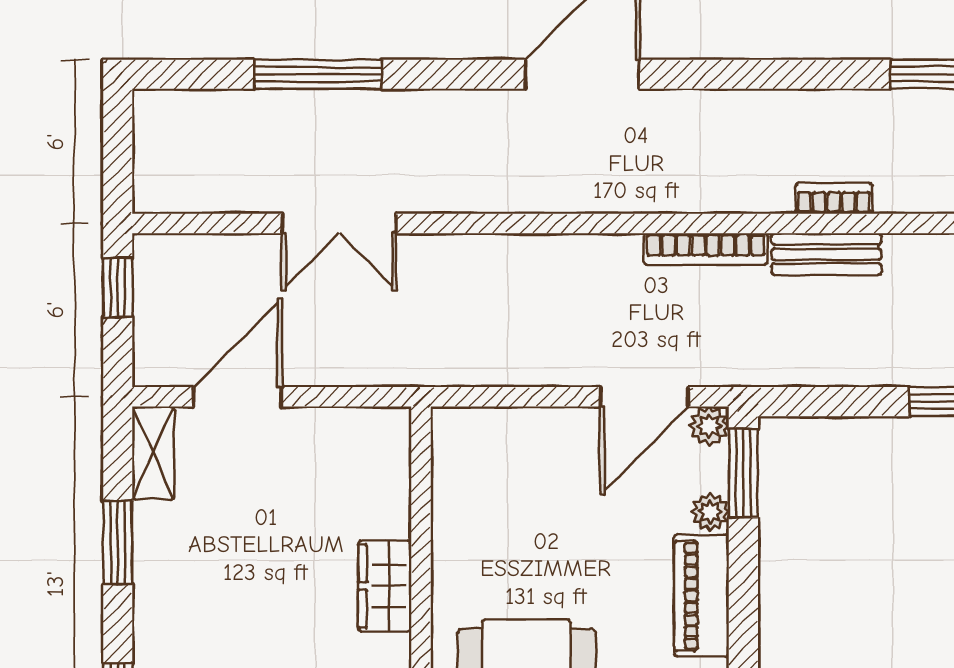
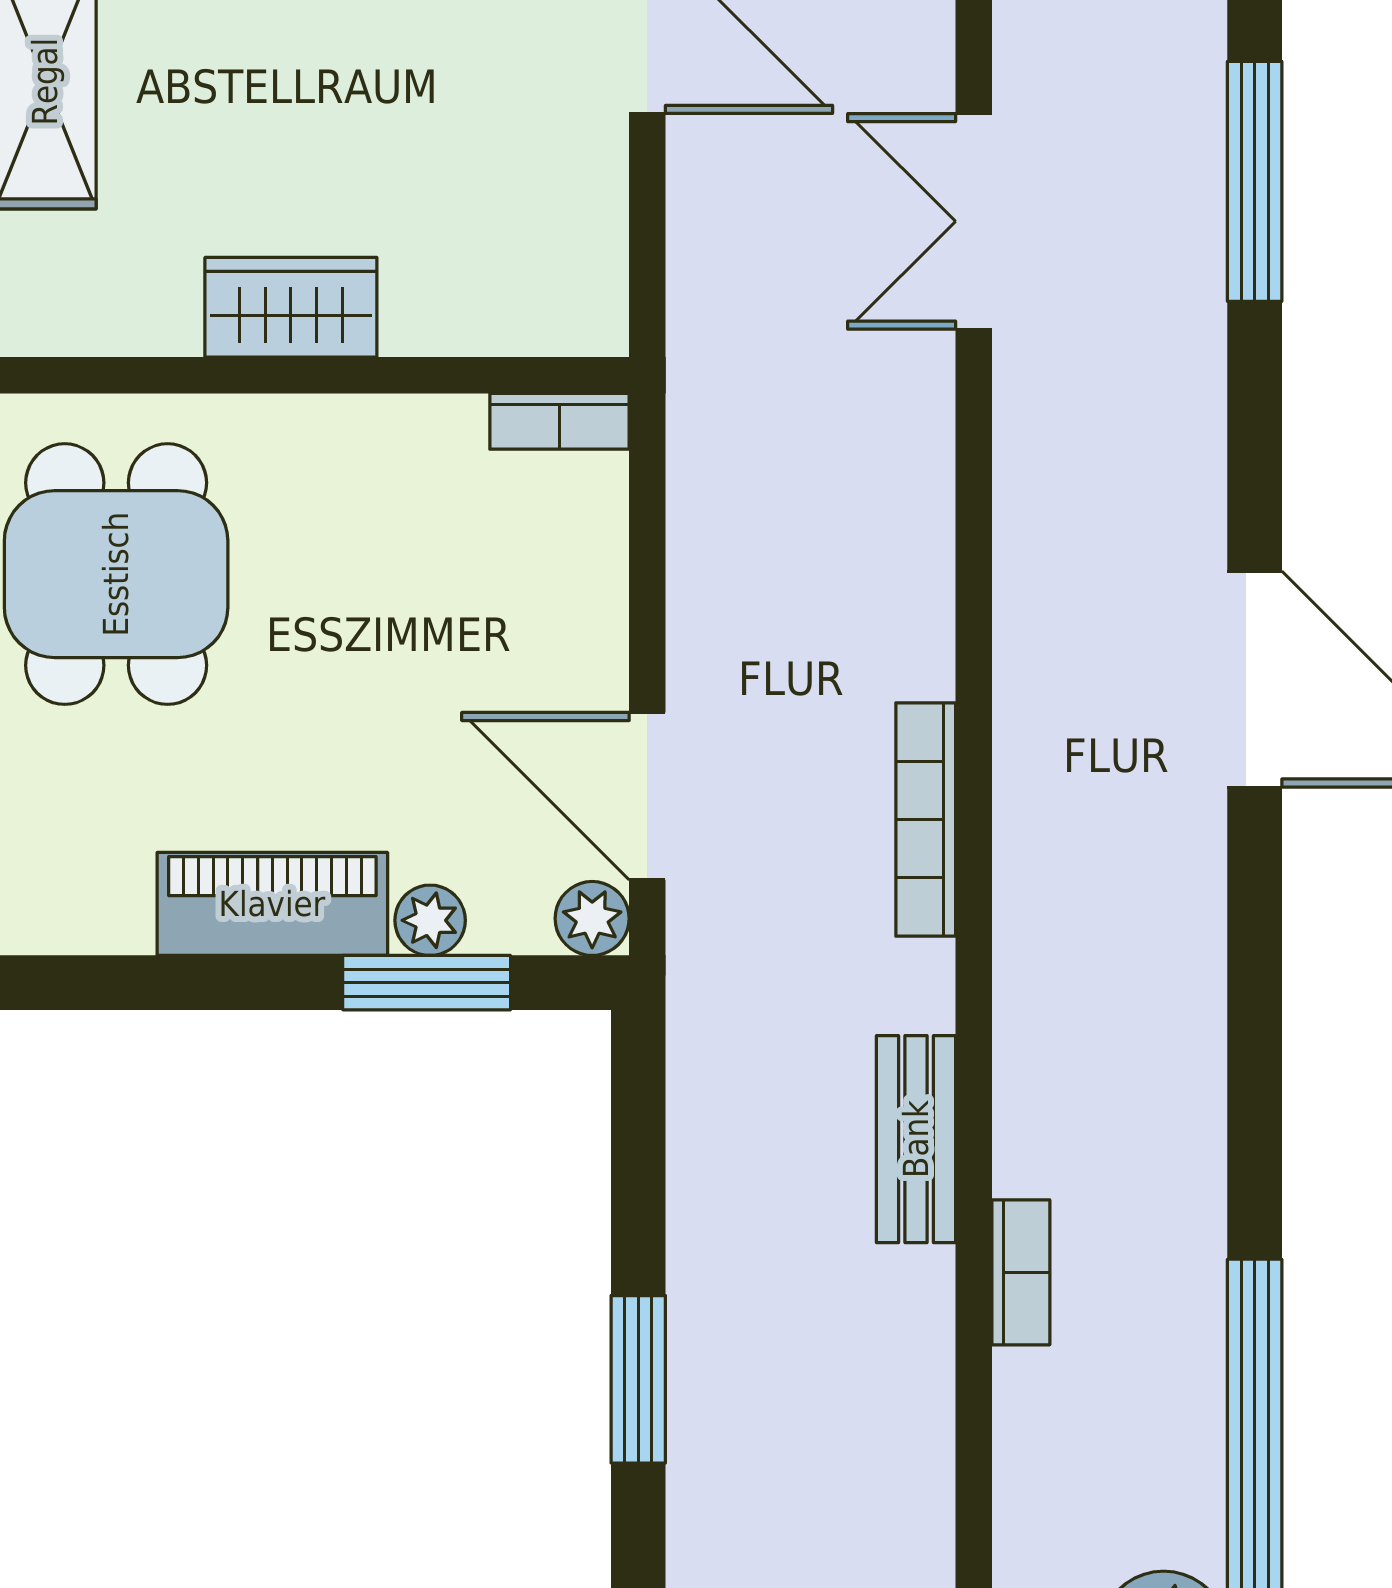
bookcase: (834, 198) -> (1021, 1272), moved
bookcase: (706, 249) -> (926, 820), moved
bookcase: (445, 443) -> (560, 421), added
window: (743, 473) -> (427, 983), moved

